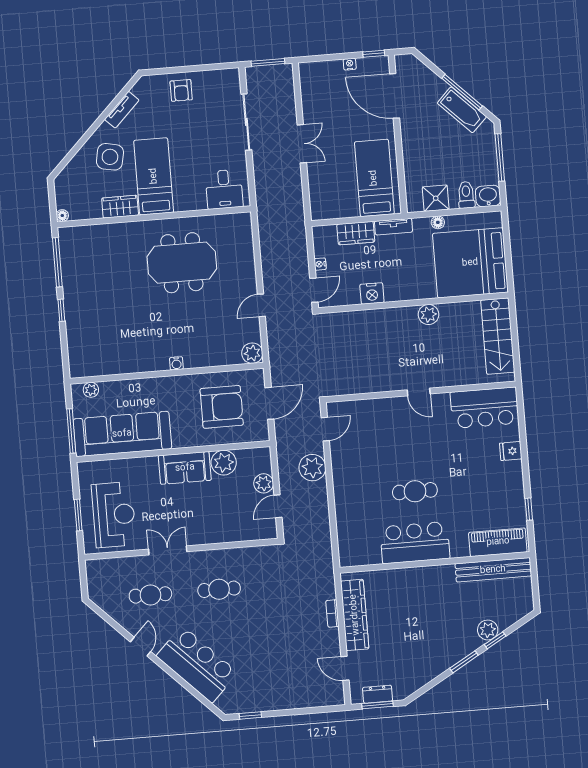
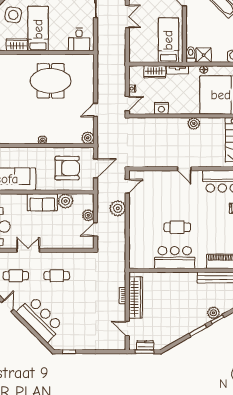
toilet: (466, 195) -> (191, 55), moved

